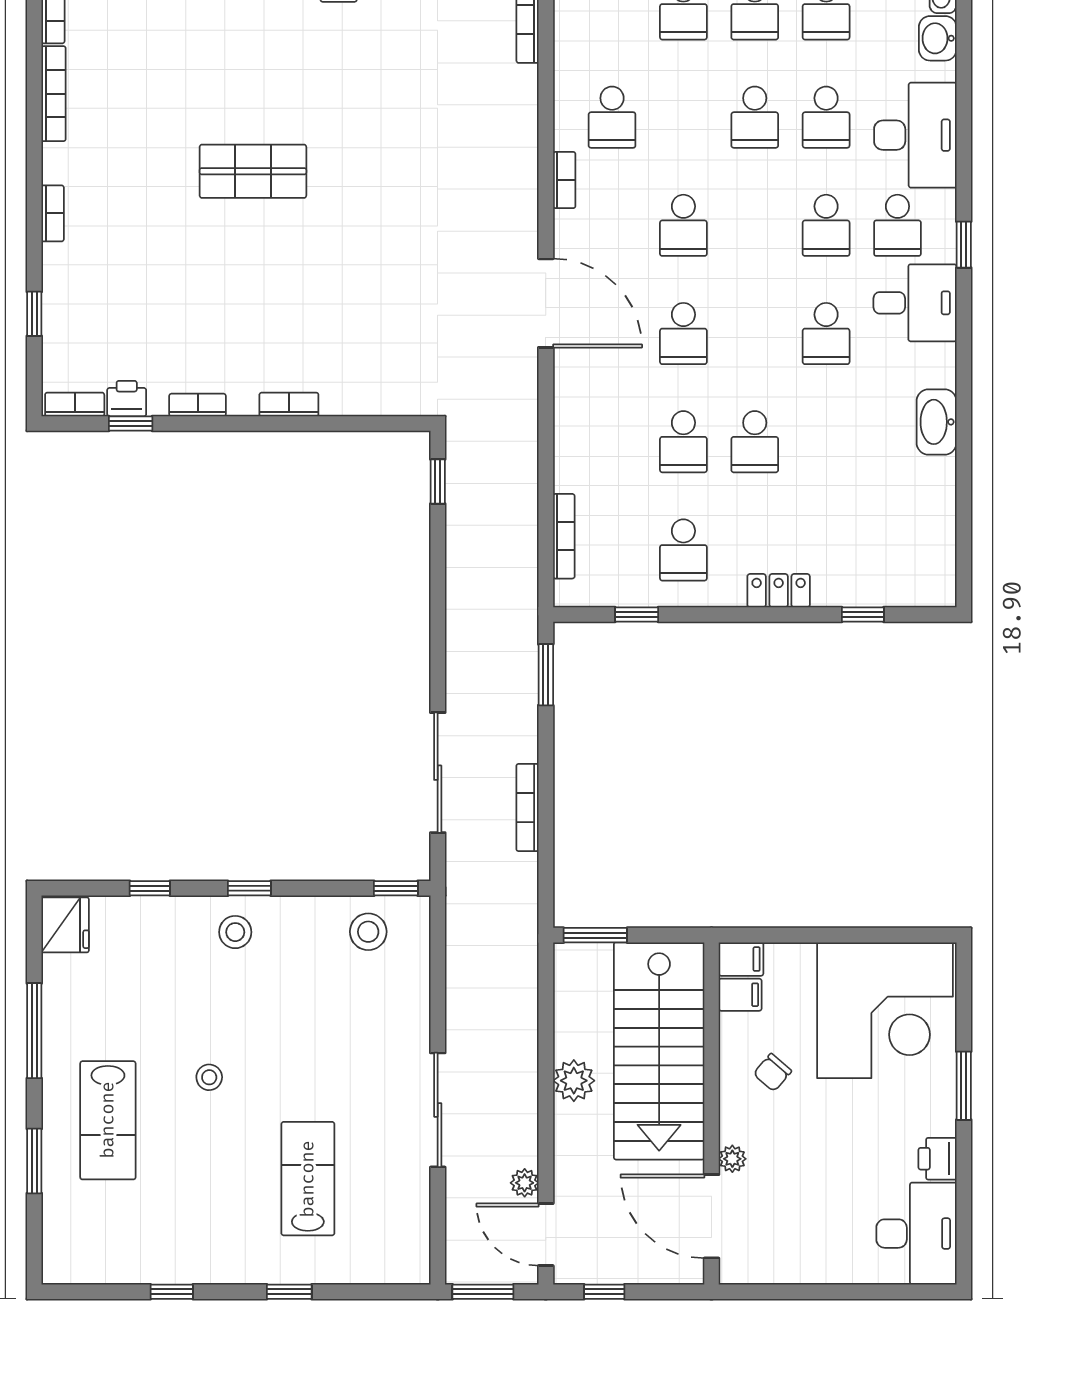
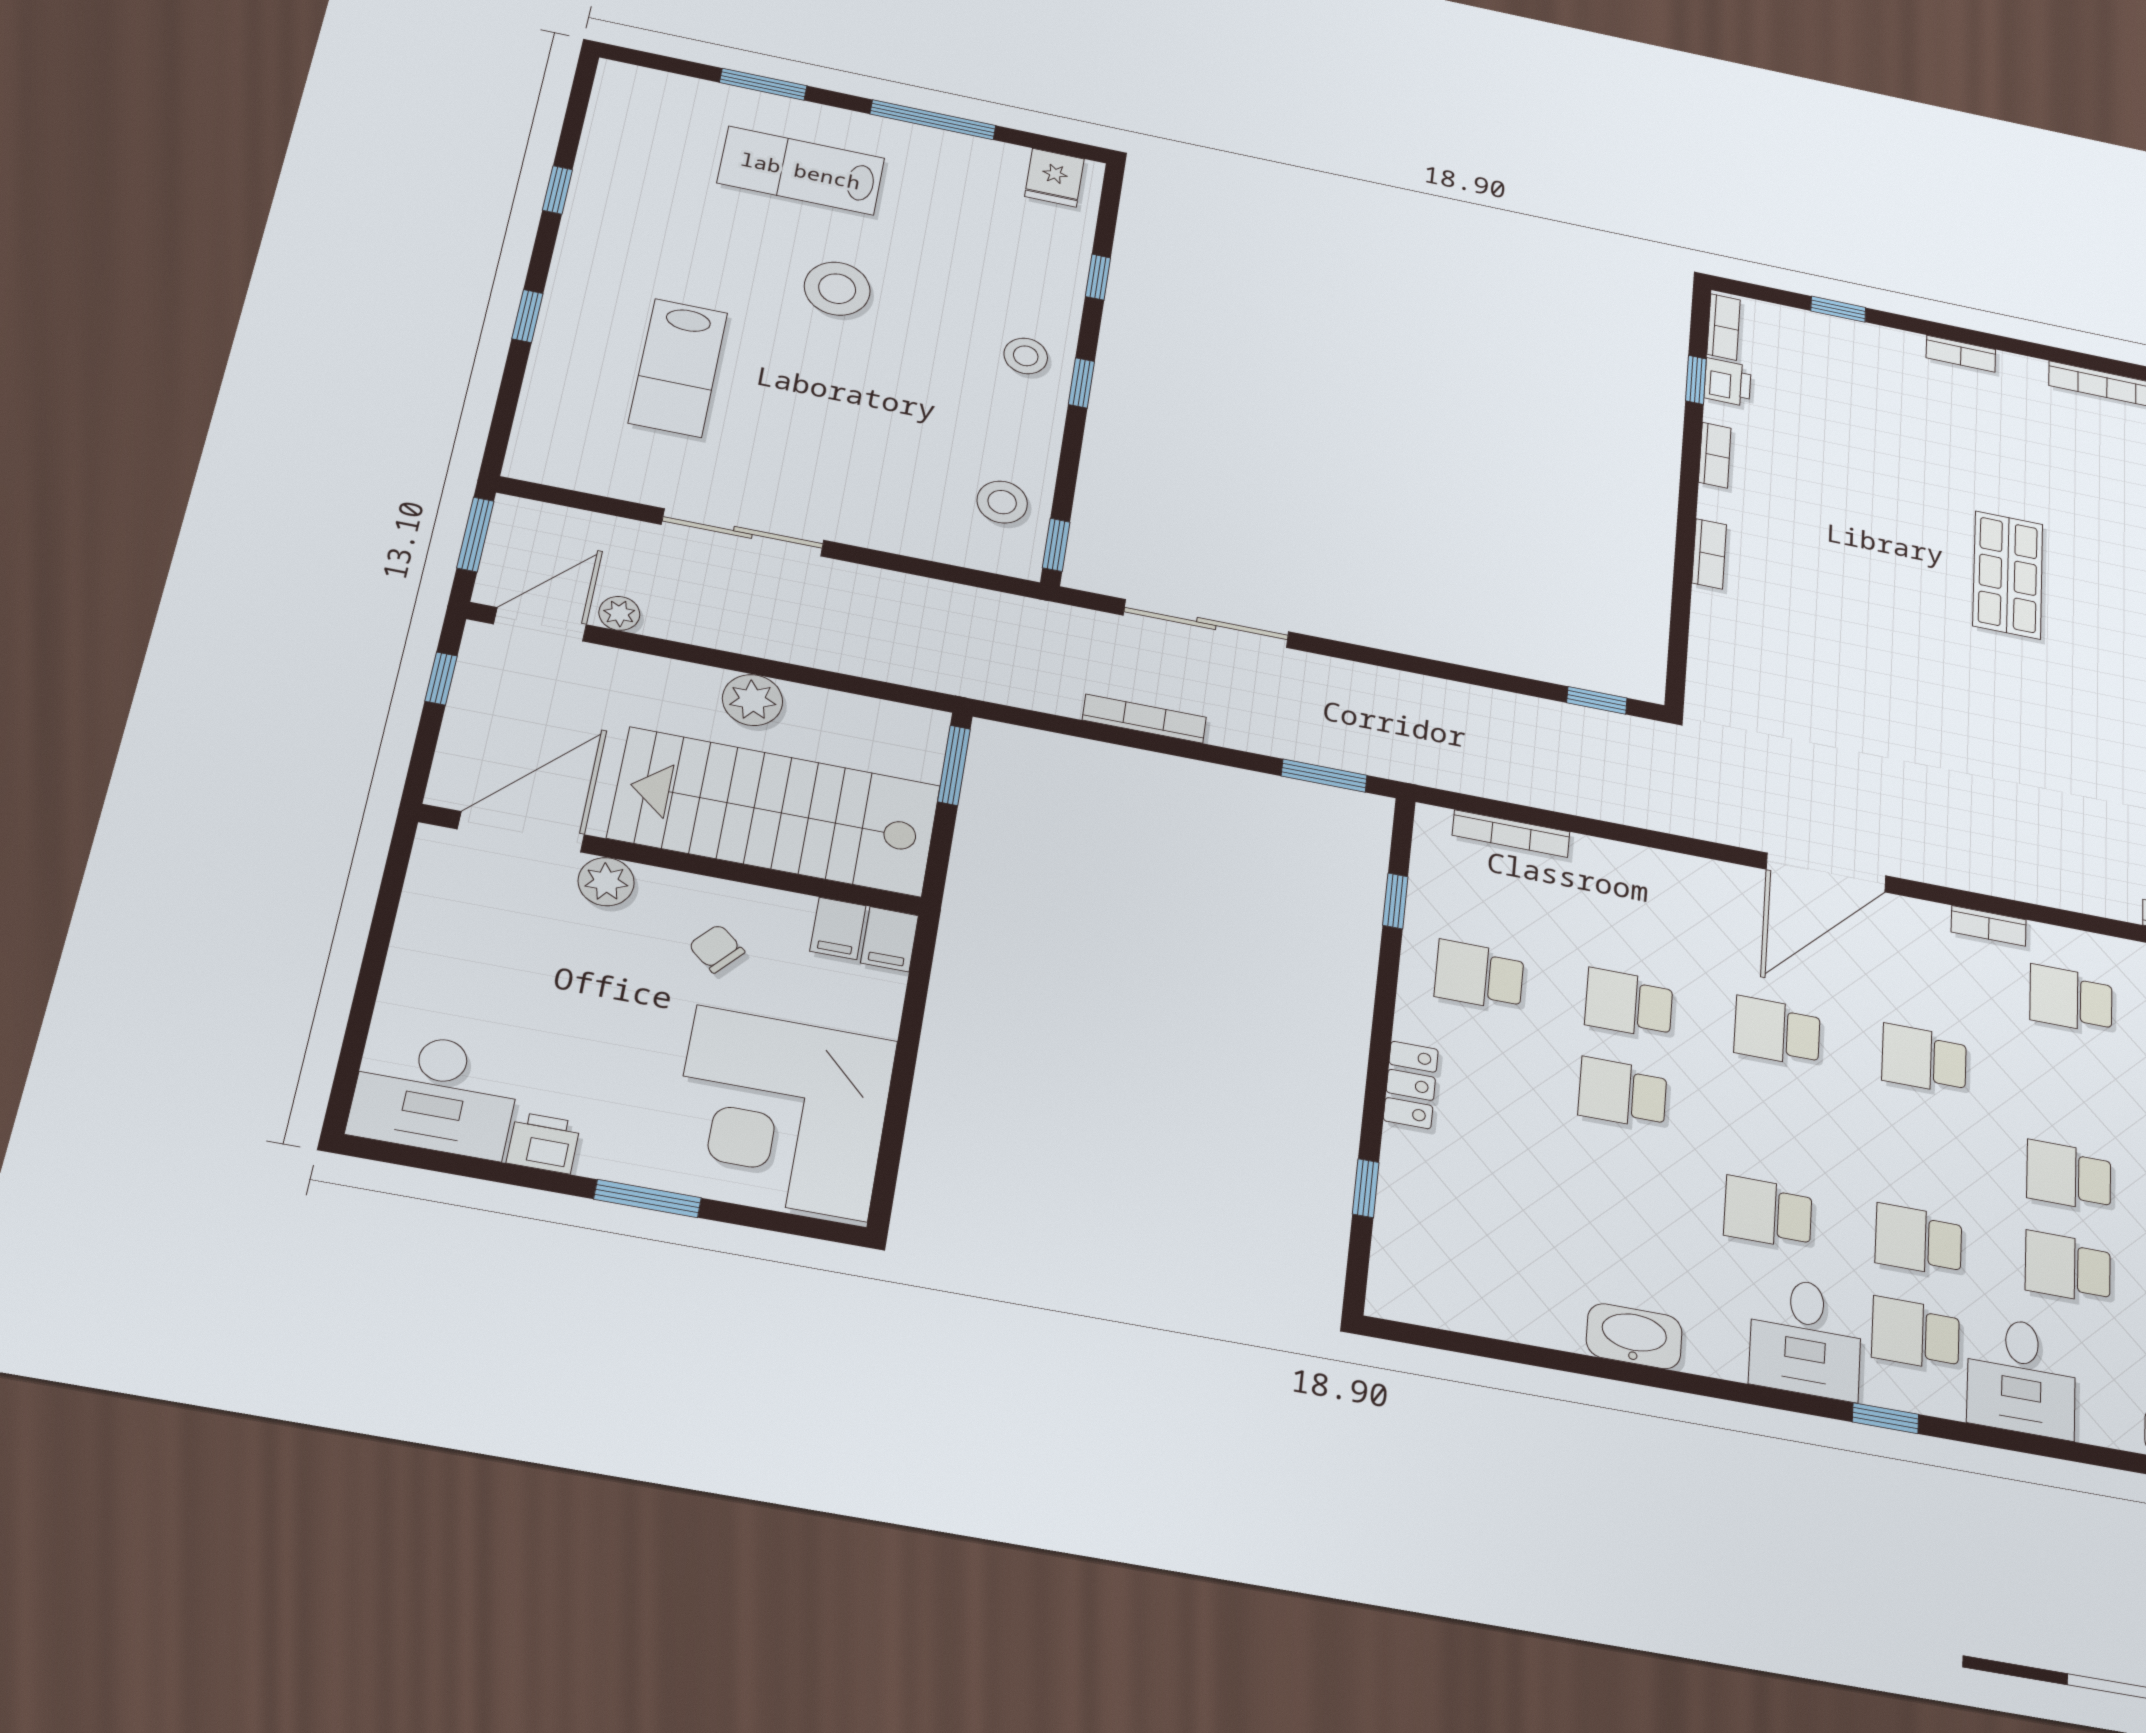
desk: (915, 135) -> (2021, 1377), width x0.73
fridge: (65, 925) -> (1054, 178), width x0.72
stool: (209, 1077) -> (837, 289), width x1.89, depth x1.89
plant: (732, 1159) -> (606, 882), width x1.38, depth x1.38
lab bench: (308, 1179) -> (678, 368), turned 90

